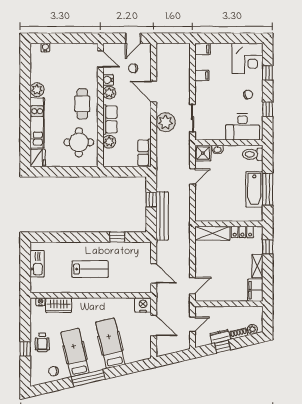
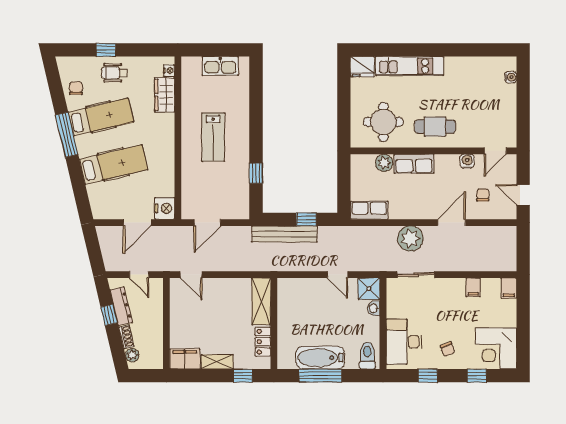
plant: (37, 90) -> (454, 66), removed
plant: (109, 93) -> (450, 163), removed
dresser: (220, 337) -> (121, 306), width x1.44

